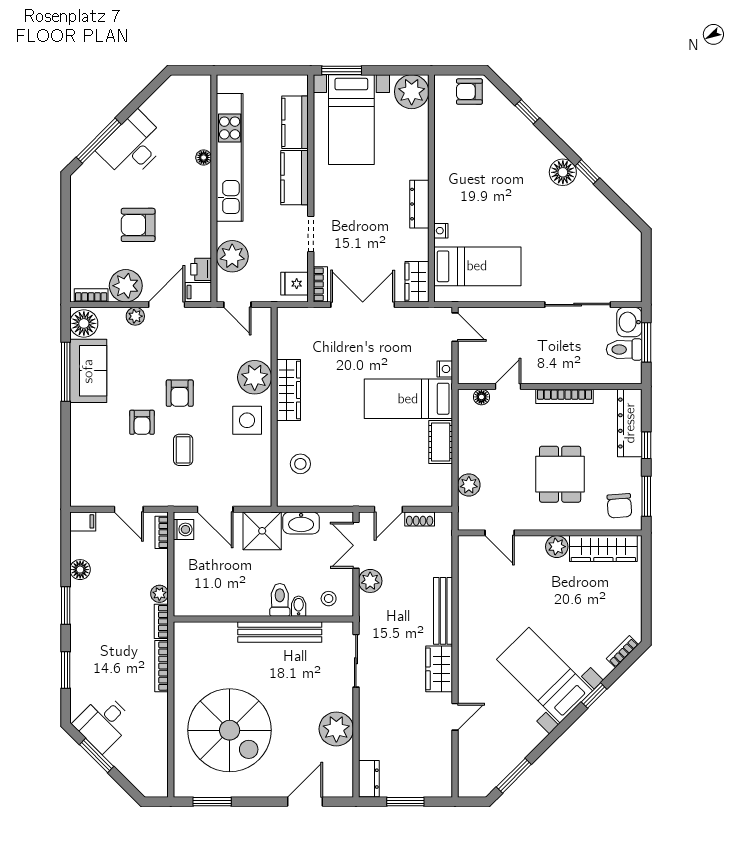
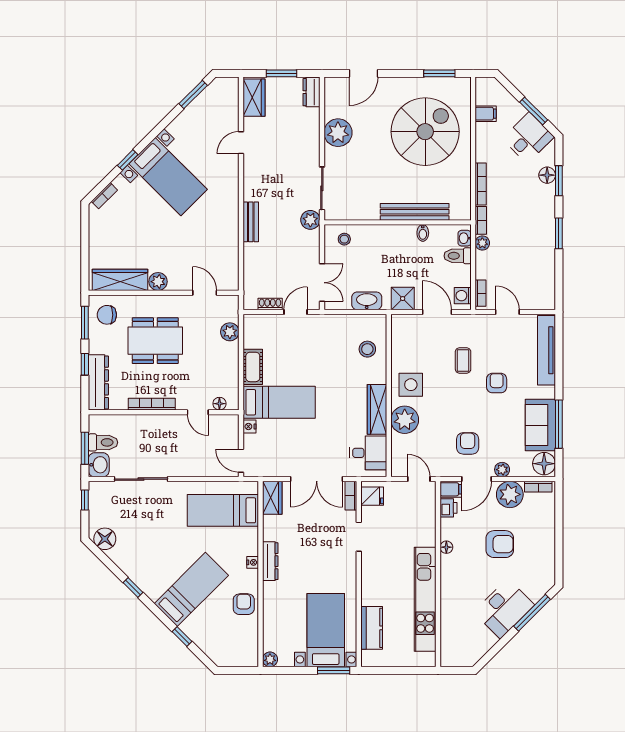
plant: (412, 92) -> (270, 659), width x0.53, depth x0.53
armchair: (469, 92) -> (244, 604), moved, turned -90
floor lamp: (204, 157) -> (446, 547), moved
bed: (516, 169) -> (191, 589), added
floor lamp: (563, 172) -> (105, 539), moved
kitchen counter: (295, 178) -> (372, 583), removed
nightstand: (441, 231) -> (253, 562), moved
plant: (232, 256) -> (423, 518), removed
window: (646, 279) -> (85, 500), added
desk: (299, 337) -> (368, 453), added
door: (508, 386) -> (198, 412), hinge flipped
armchair: (180, 393) -> (468, 443), moved
tv unit: (81, 462) -> (546, 350), added
dining table: (560, 474) -> (155, 341), width x1.38
chair: (619, 506) -> (107, 315), turned -86
filing cabinet: (83, 521) -> (486, 114), moved, turned 180
shower: (262, 531) -> (403, 299), width x0.73, depth x0.73
floor lamp: (80, 570) -> (547, 175), moved
plant: (370, 581) -> (310, 220), moved
washbasin: (181, 600) -> (465, 238), added
toilet: (280, 600) -> (458, 256), moved, turned 90
bidet: (299, 606) -> (423, 233), moved
bench: (443, 611) -> (251, 222), width x0.73
bench: (280, 632) -> (415, 212), moved
wardrobe: (439, 669) -> (254, 98), moved
spiral stairs: (230, 730) -> (425, 132), turned 90

